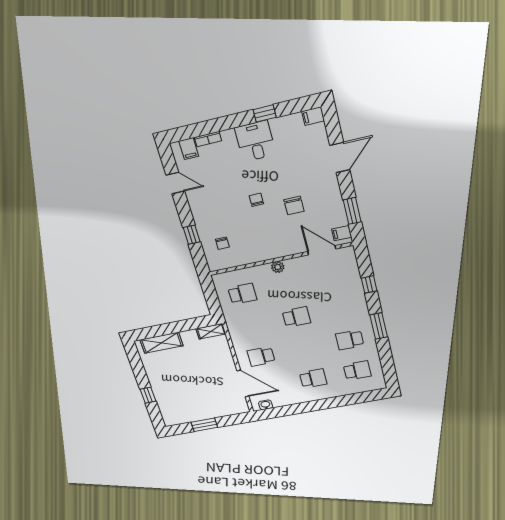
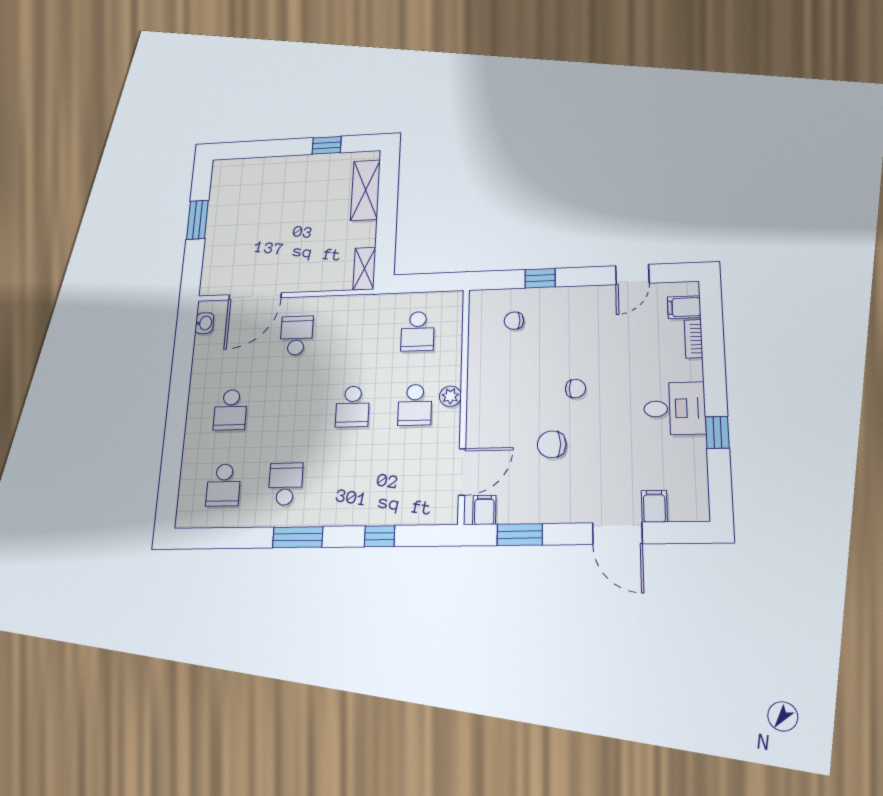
filing cabinet: (313, 116) -> (654, 506), moved
school desk: (287, 285) -> (415, 405), added
window: (148, 395) -> (327, 145), moved

